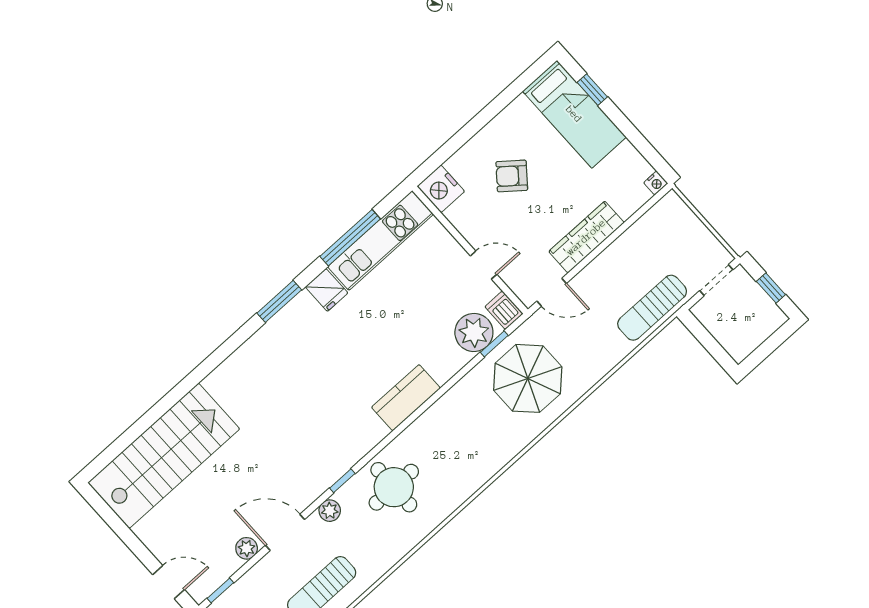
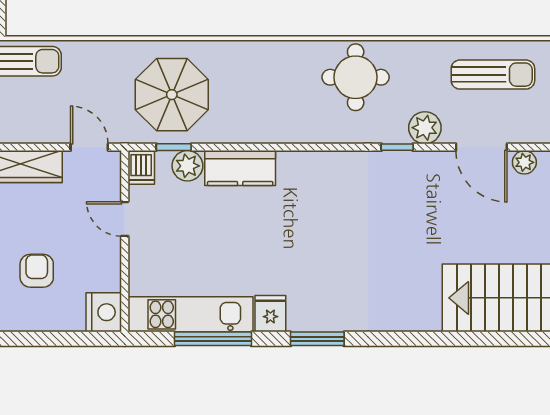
armchair: (512, 176) -> (37, 271), turned -129
plant: (474, 332) -> (187, 166), width x0.73, depth x0.73
kitchen counter: (406, 398) -> (240, 168), moved
round table: (394, 487) -> (356, 77), moved
plant: (330, 511) -> (425, 128), width x1.38, depth x1.38

